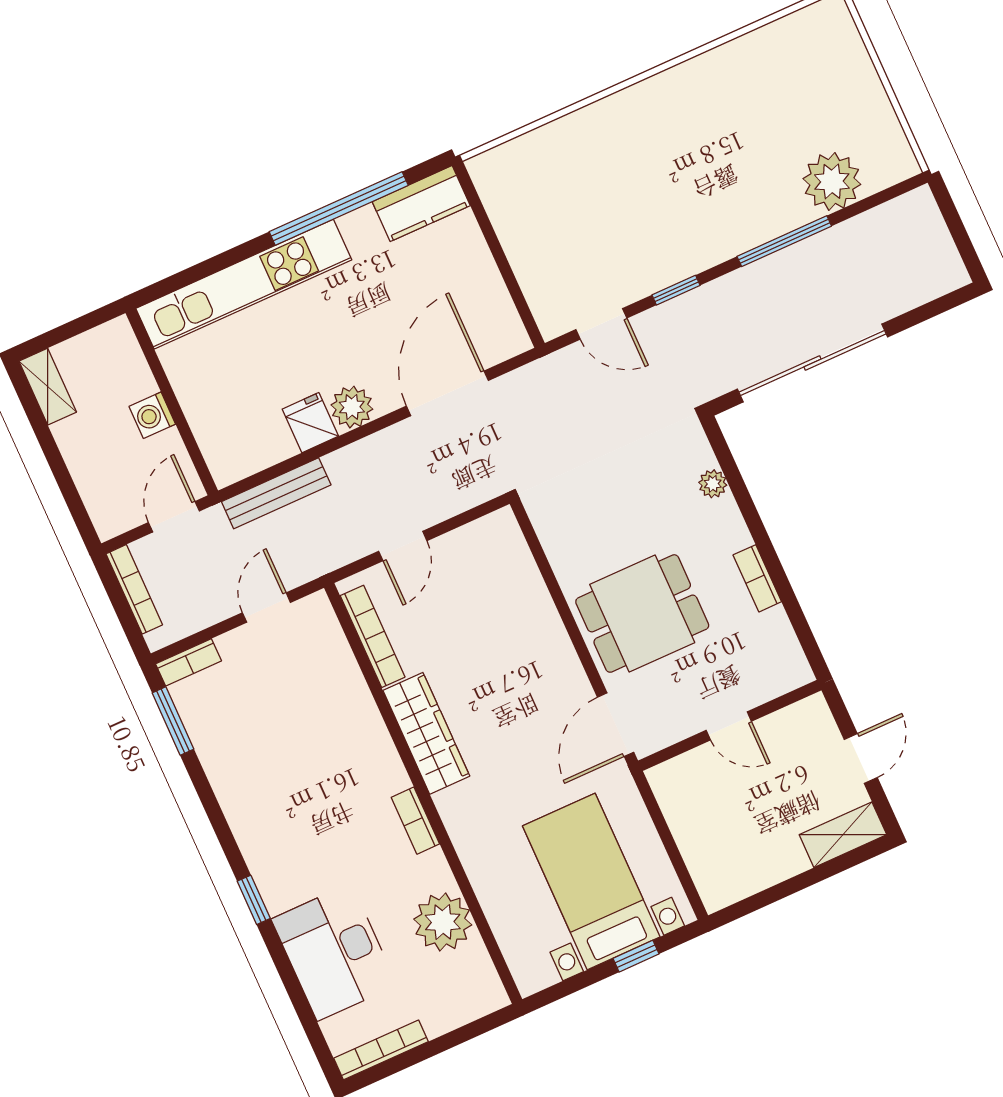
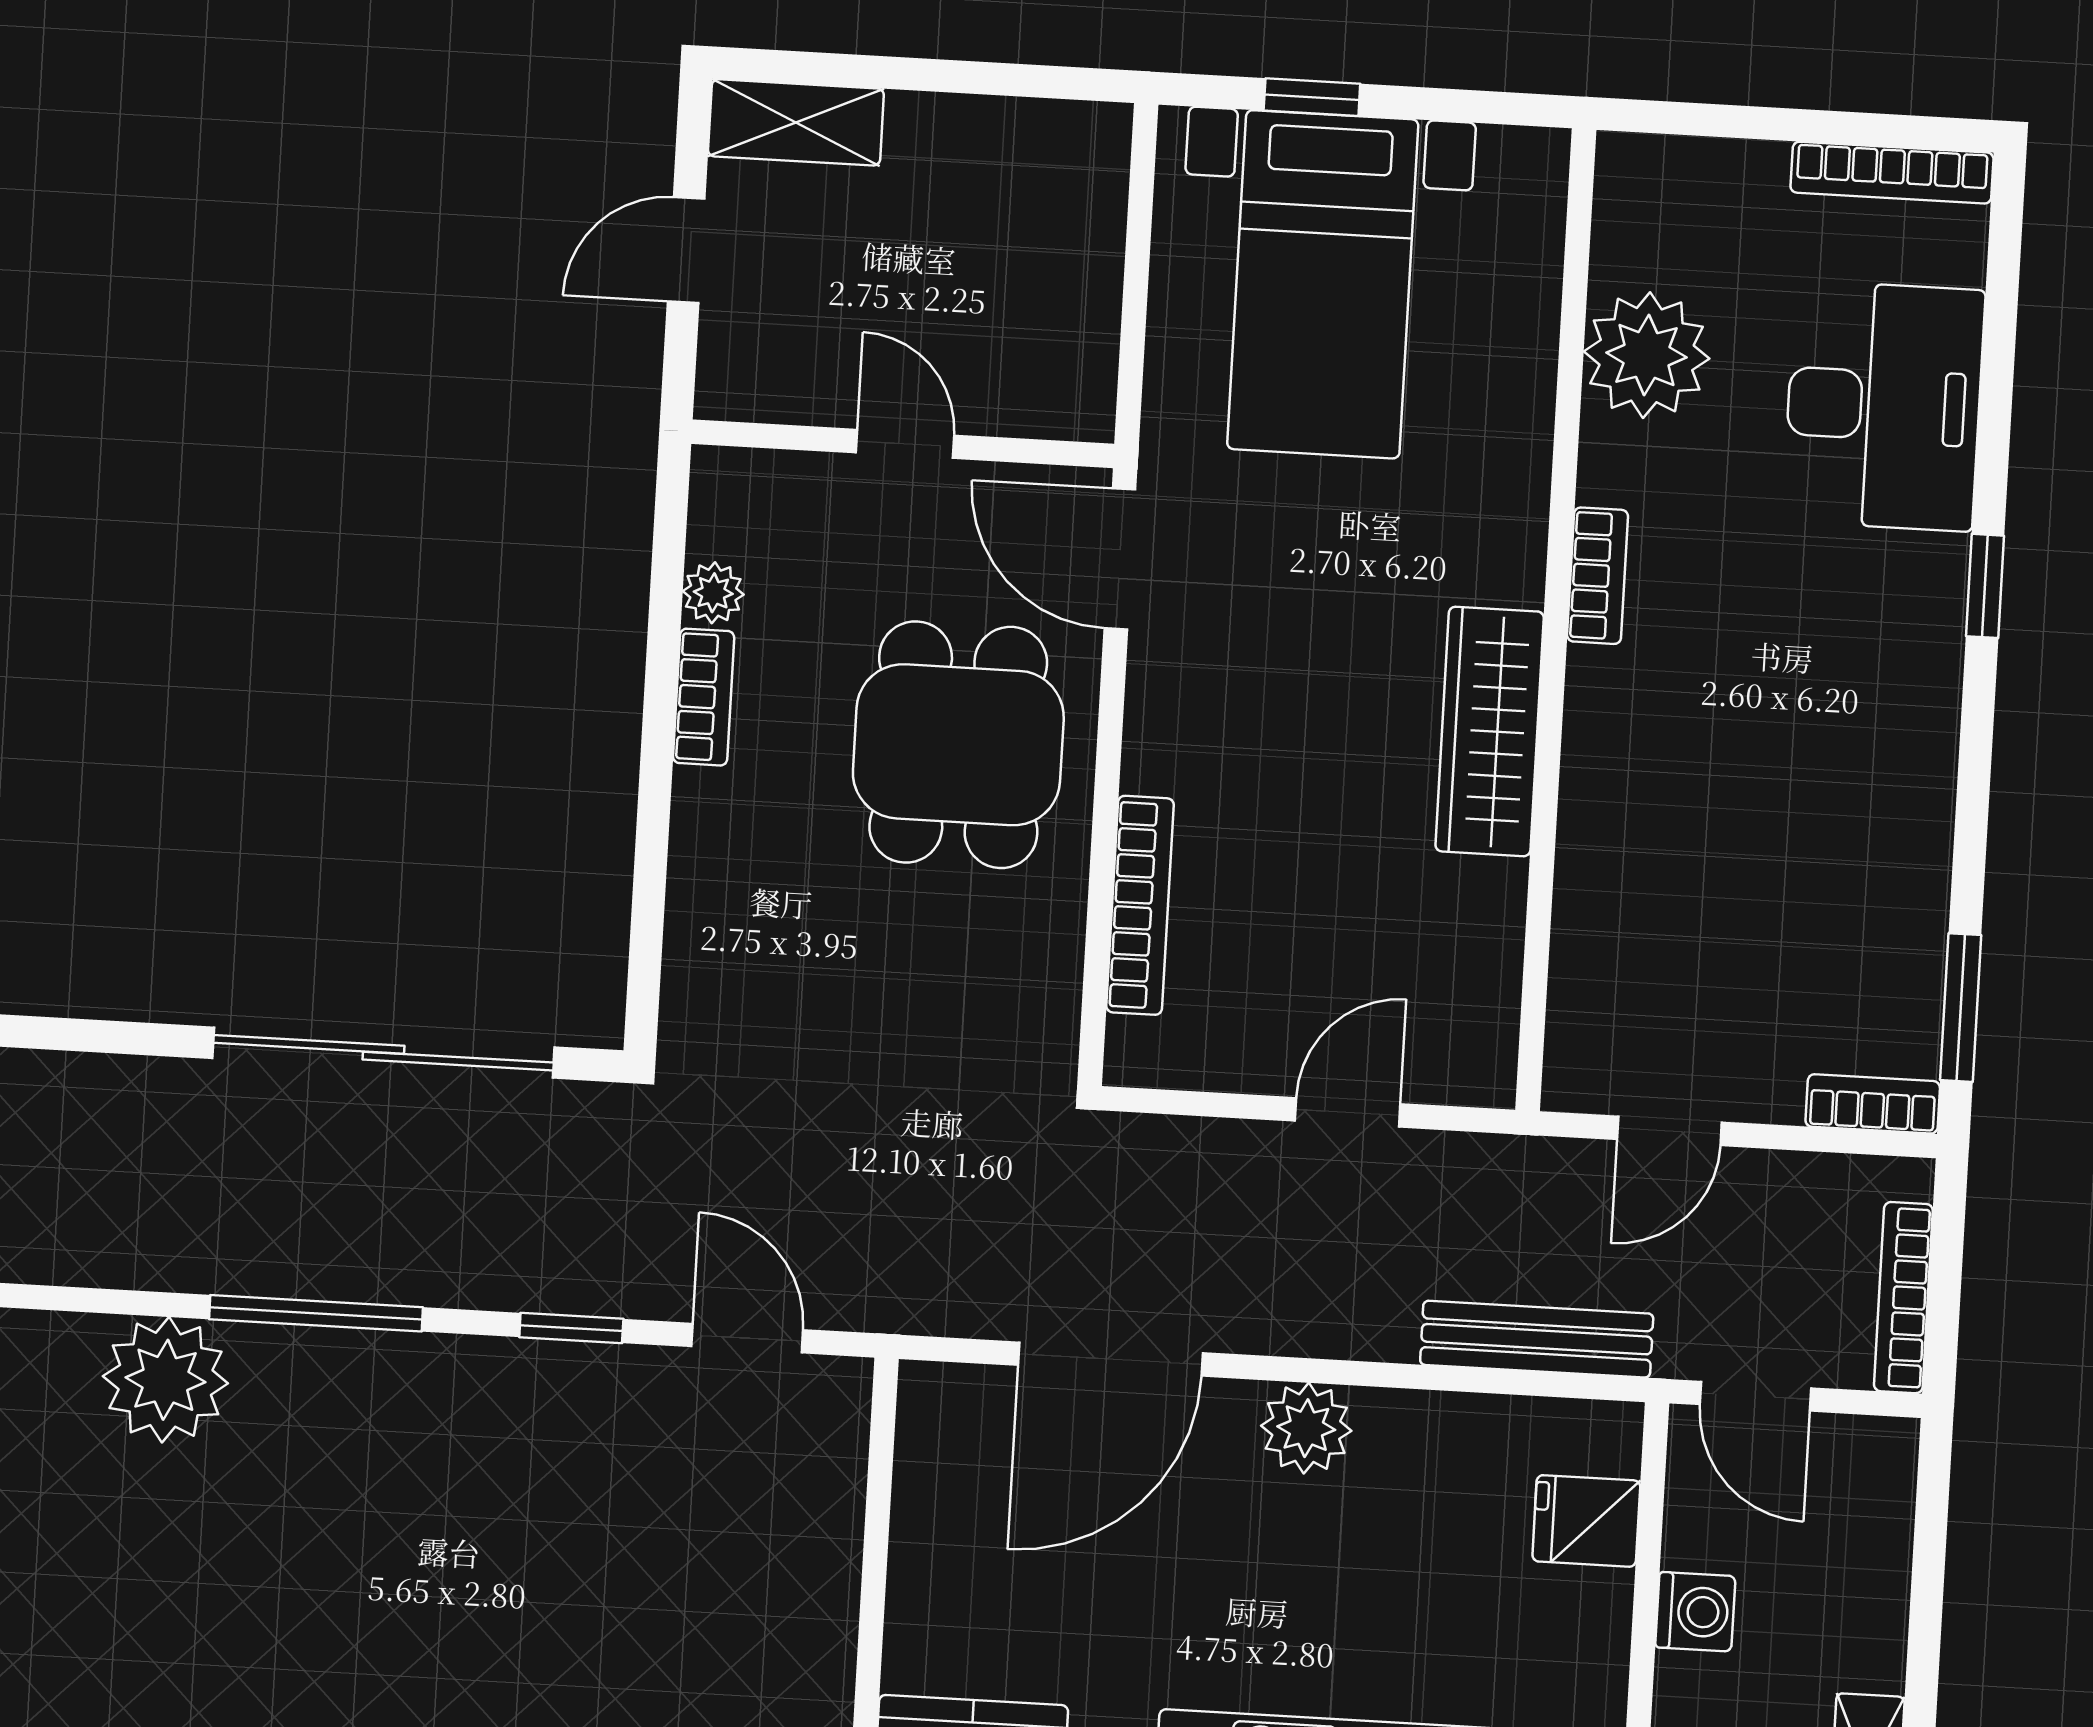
fridge: (310, 423) -> (1586, 1521), moved, turned 90
plant: (713, 484) -> (713, 593), moved
door: (174, 517) -> (1755, 1396), hinge flipped
dining table: (642, 613) -> (958, 745), turned 90
bookcase: (373, 636) -> (1140, 905), moved, turned 180
door: (616, 725) -> (1120, 559), swing flipped

